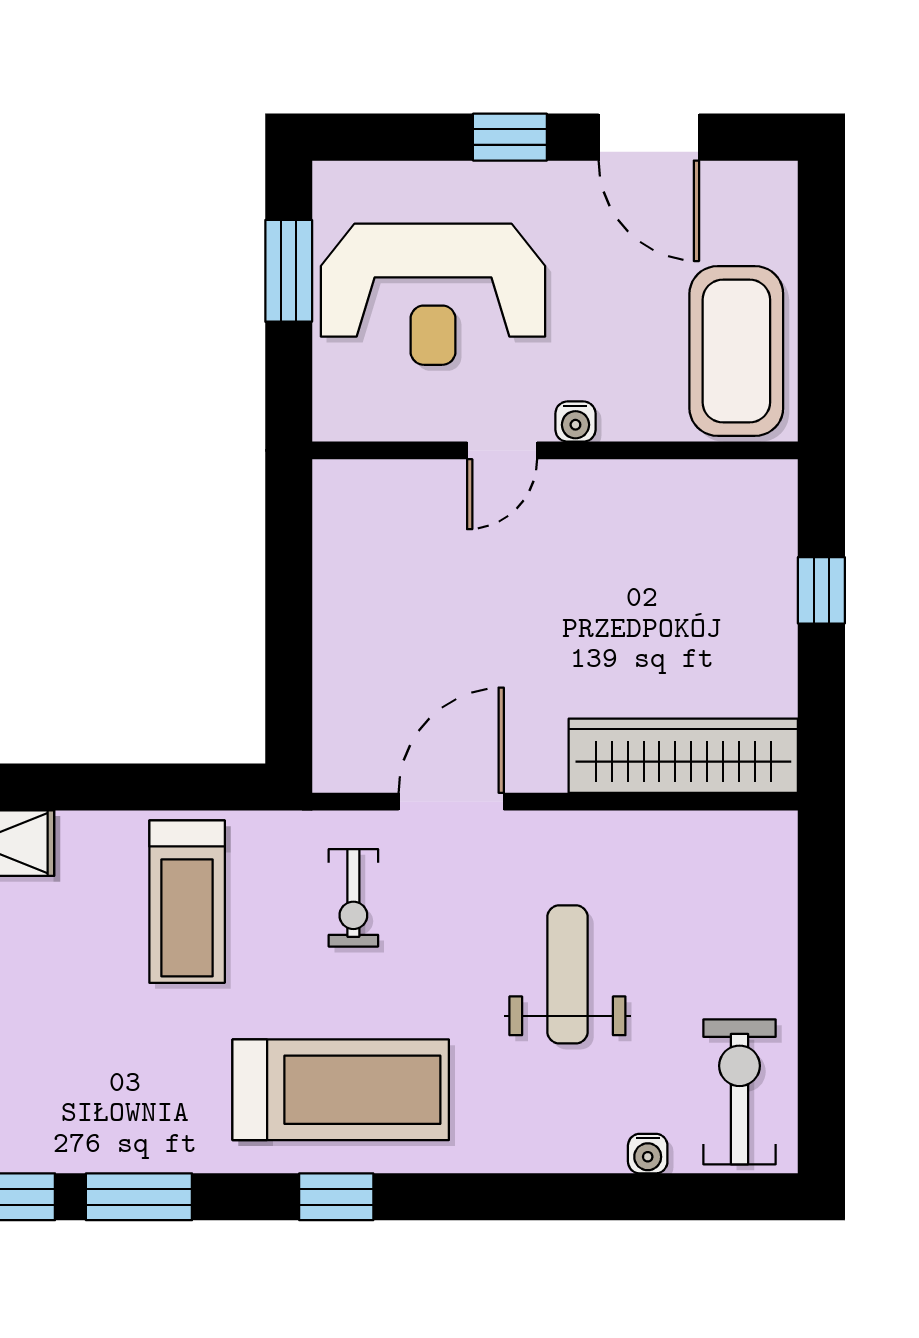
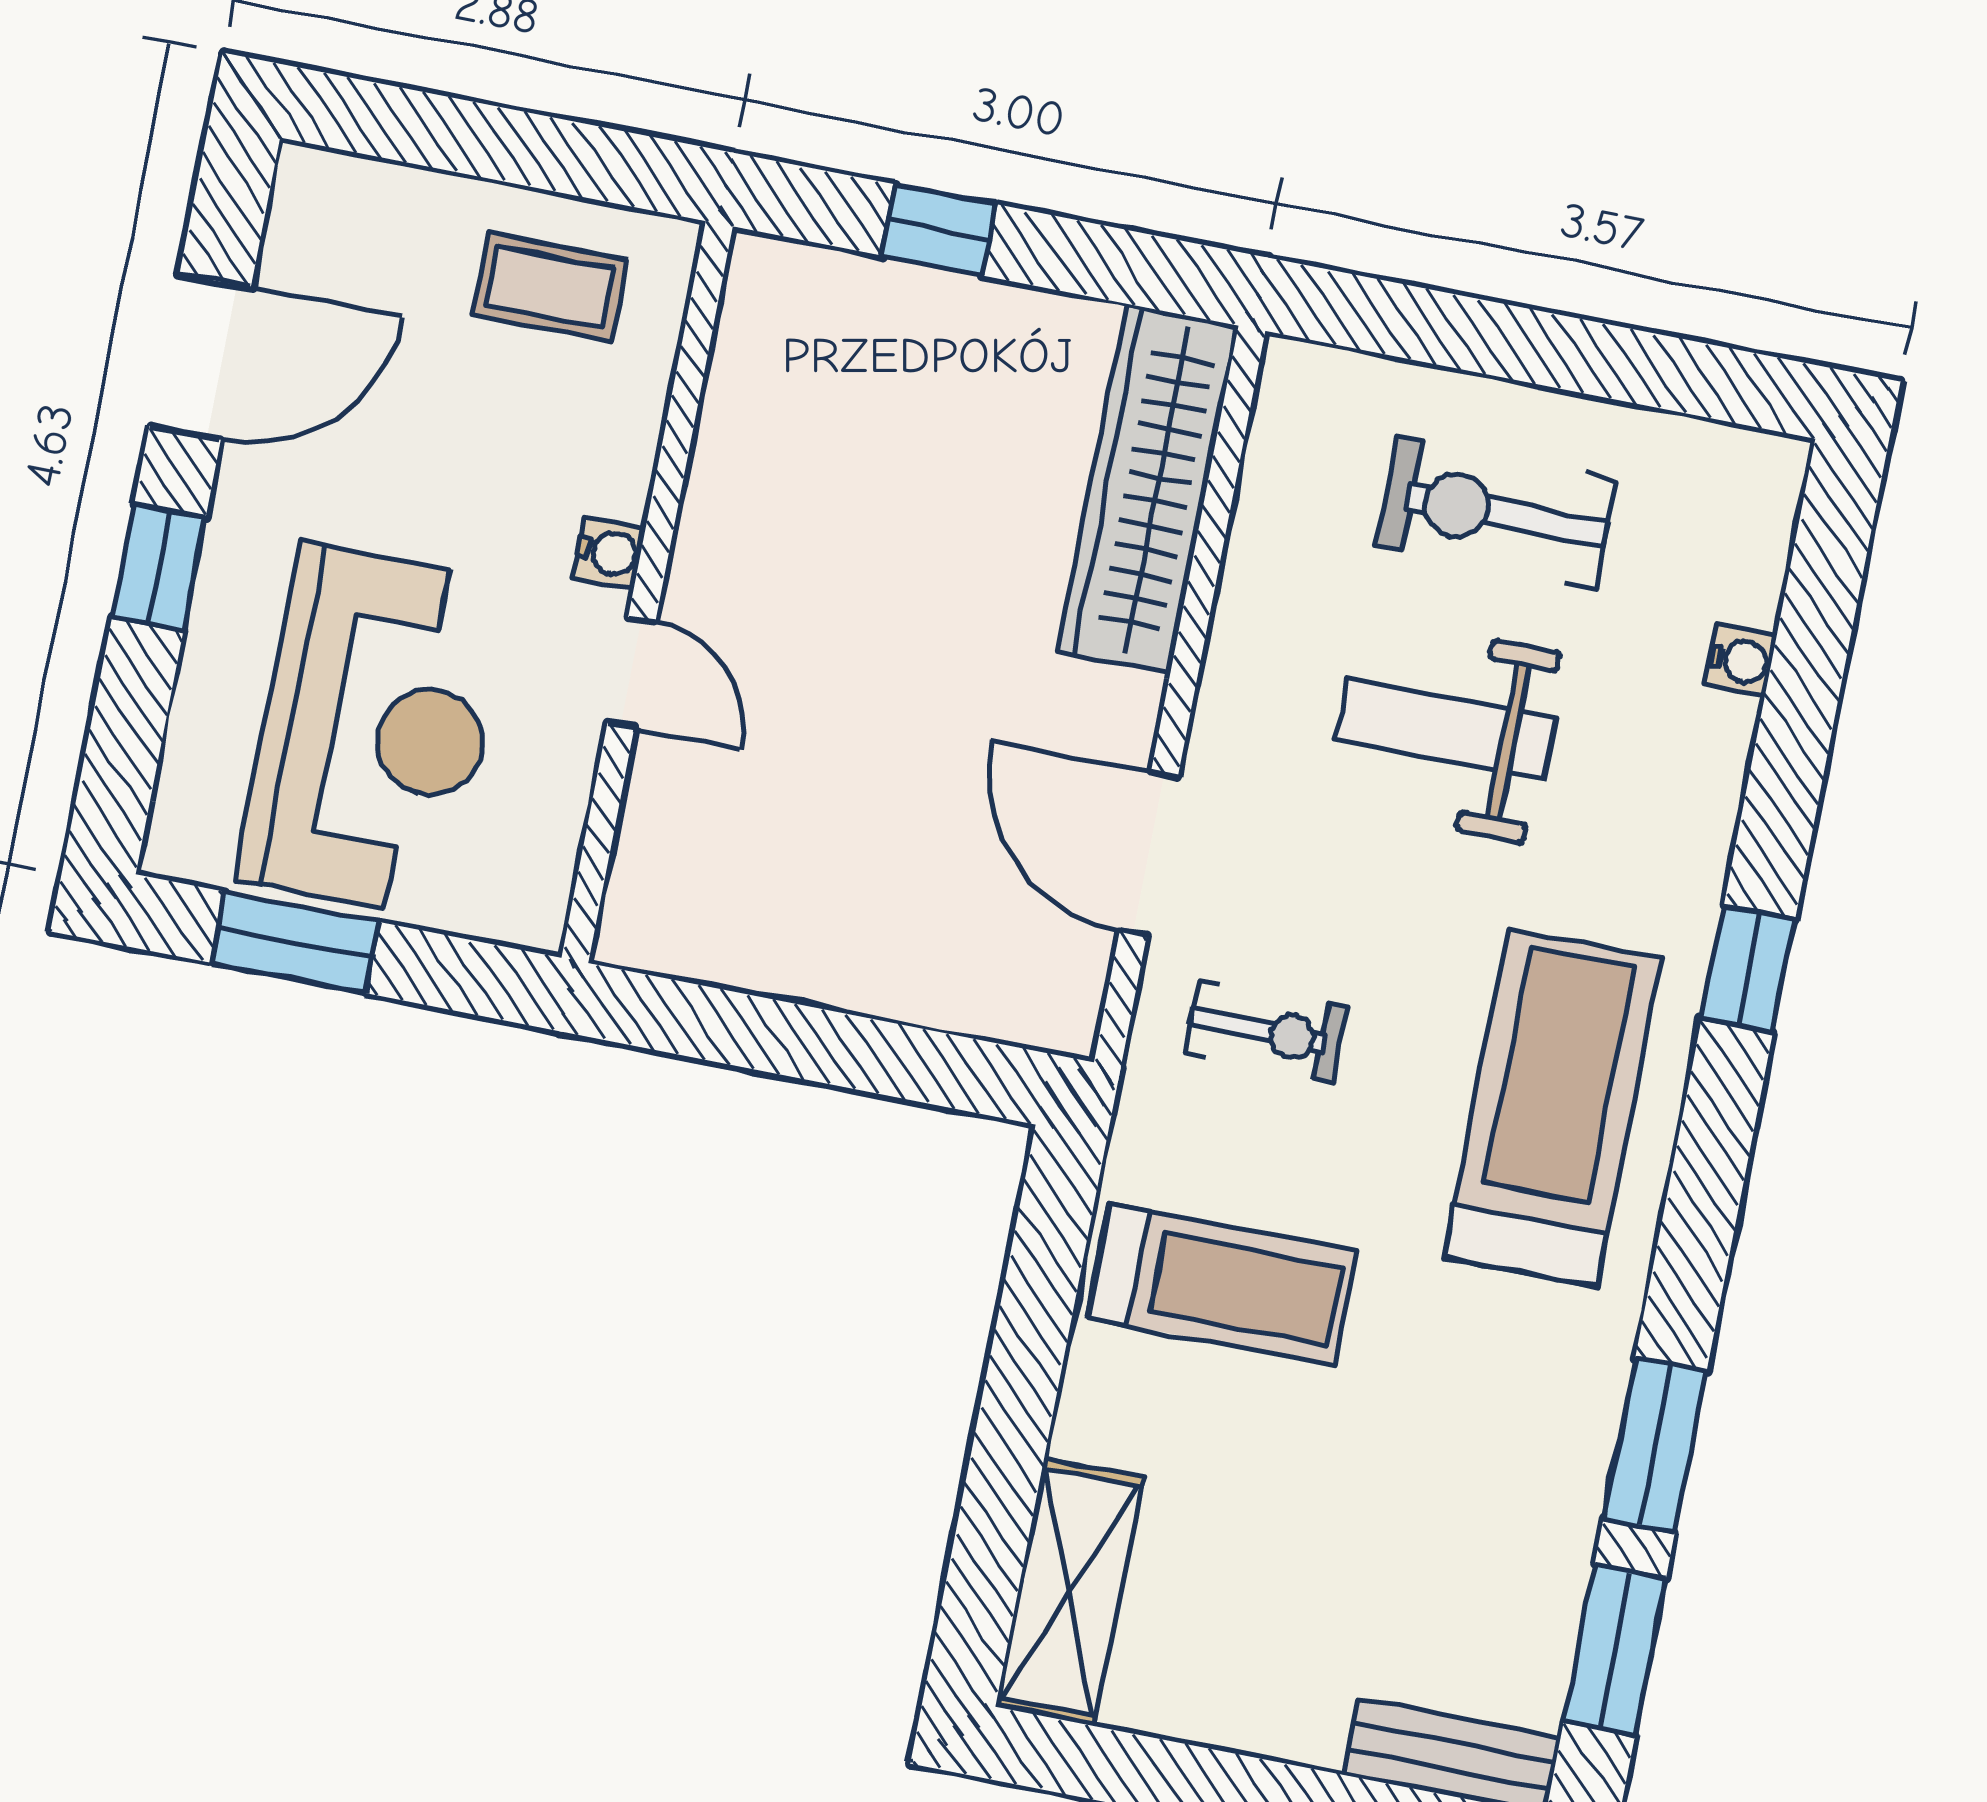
coffee table: (736, 351) -> (550, 288), width x0.54, depth x0.58
exercise bike: (739, 1092) -> (1496, 513), moved
window: (336, 1197) -> (1748, 969), moved

